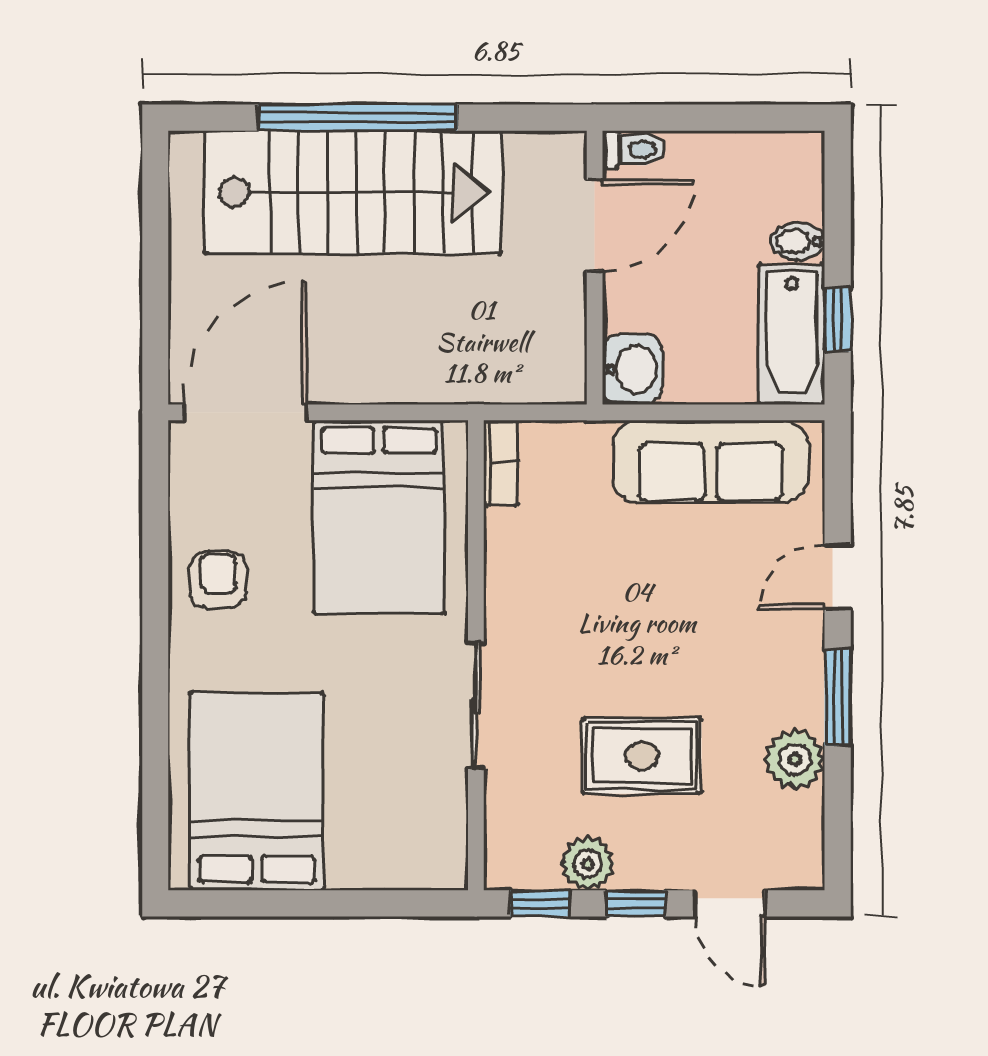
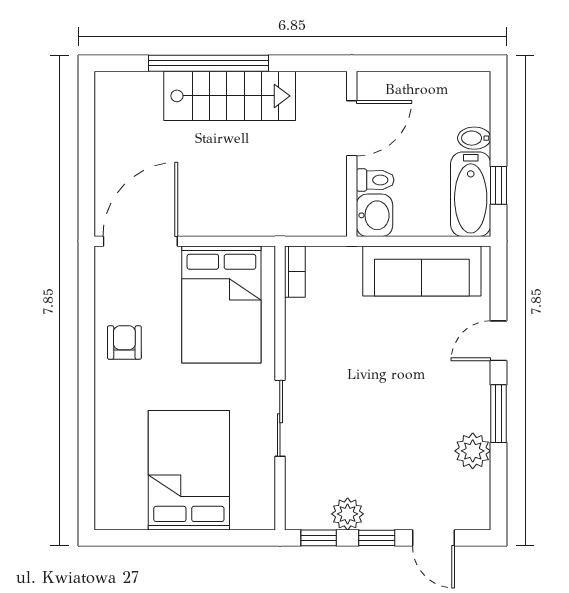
toilet: (633, 150) -> (375, 180), moved
stairs: (353, 192) -> (230, 96), width x0.73, depth x0.66
rug: (642, 756) -> (380, 449), removed
bed: (257, 791) -> (189, 470), moved

